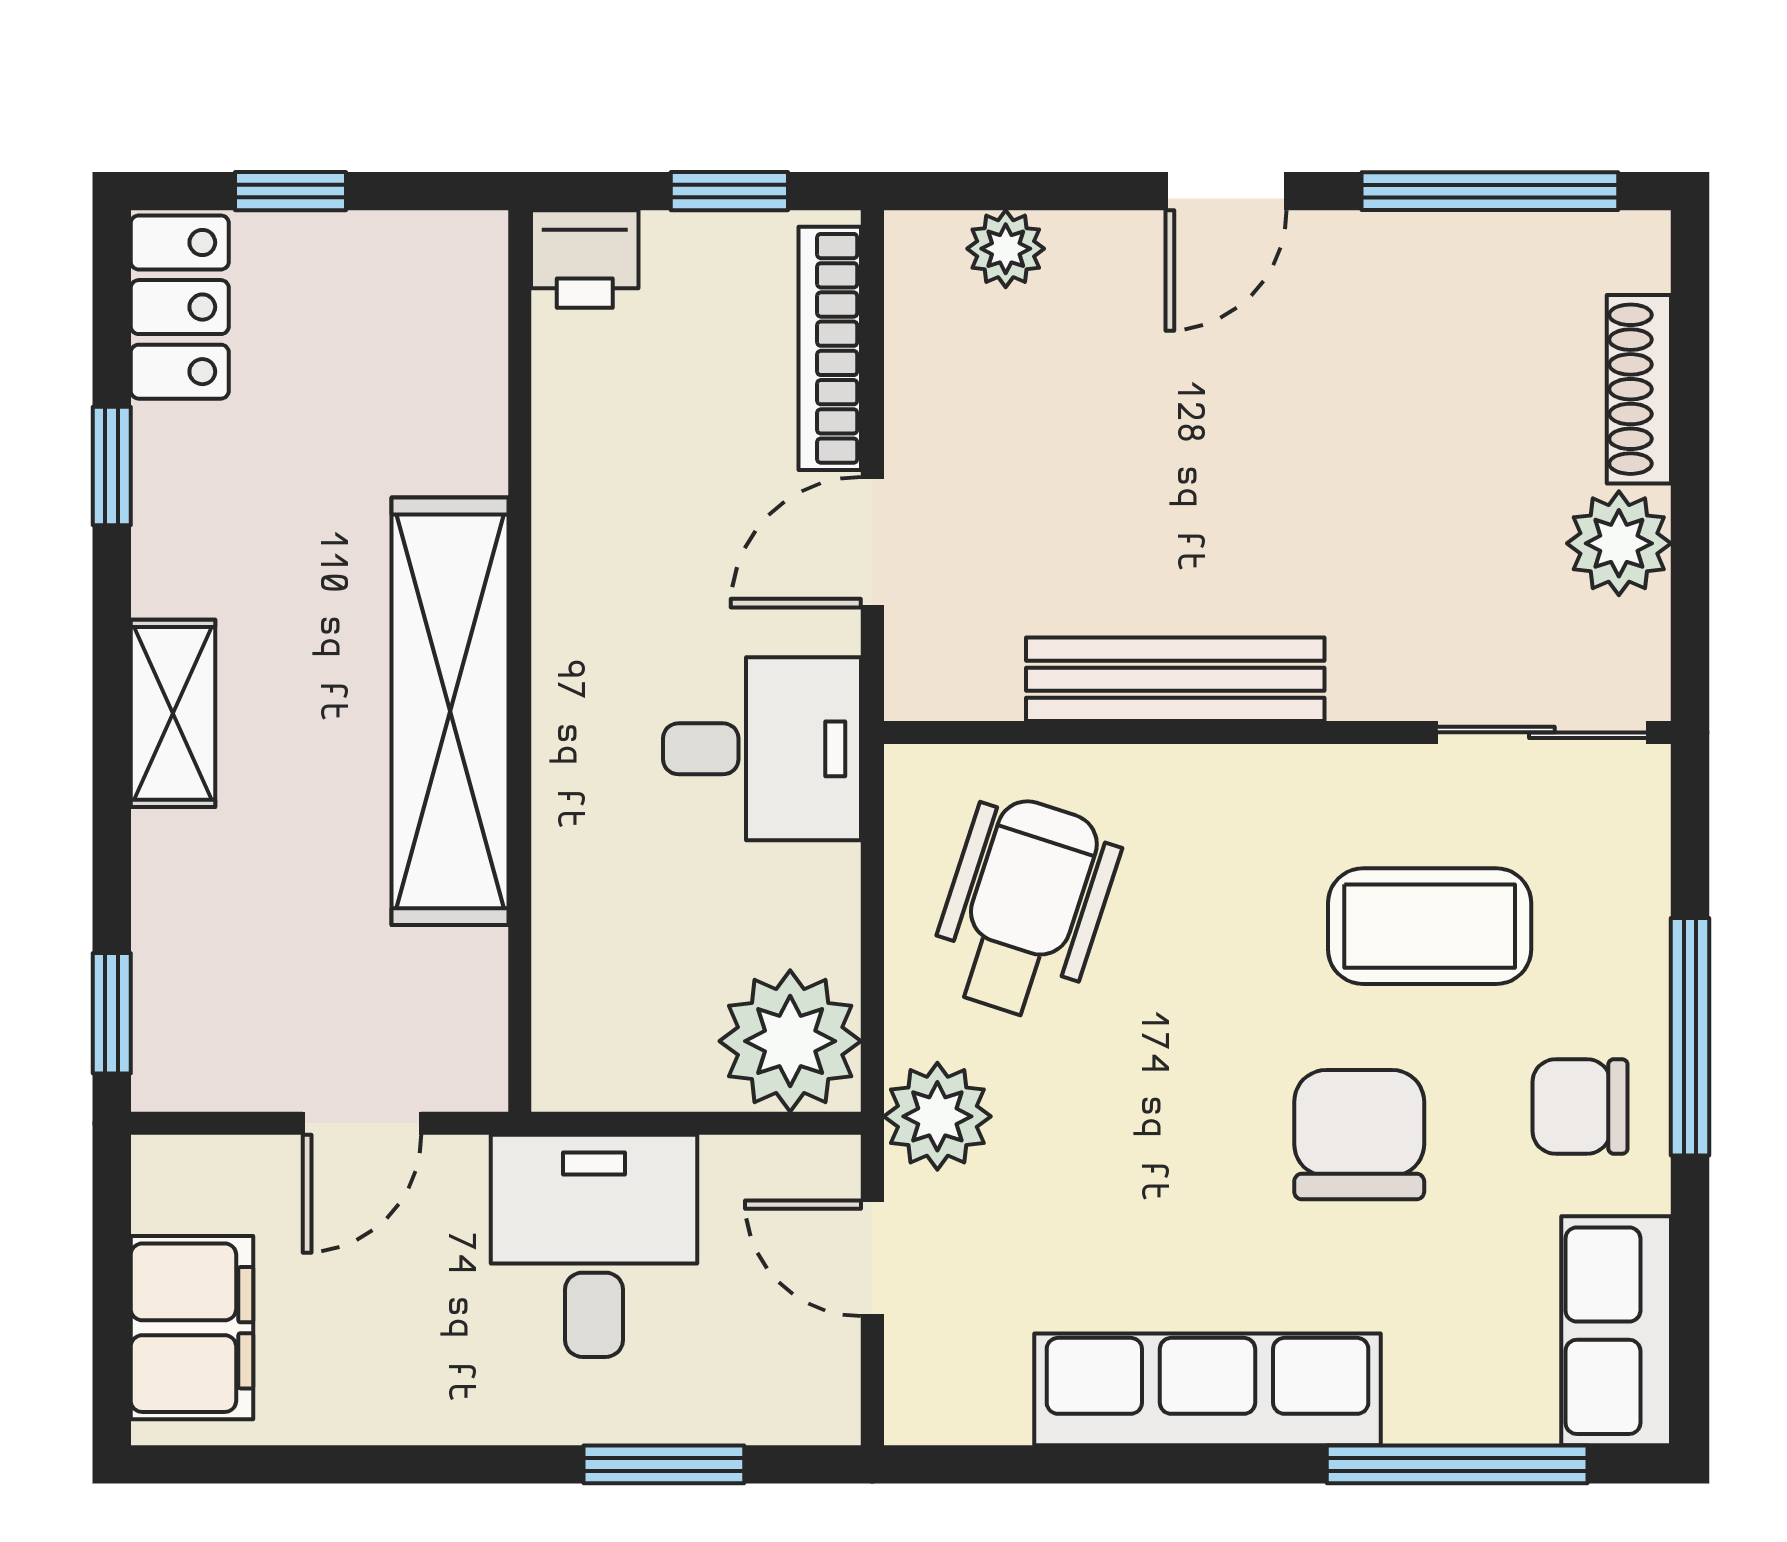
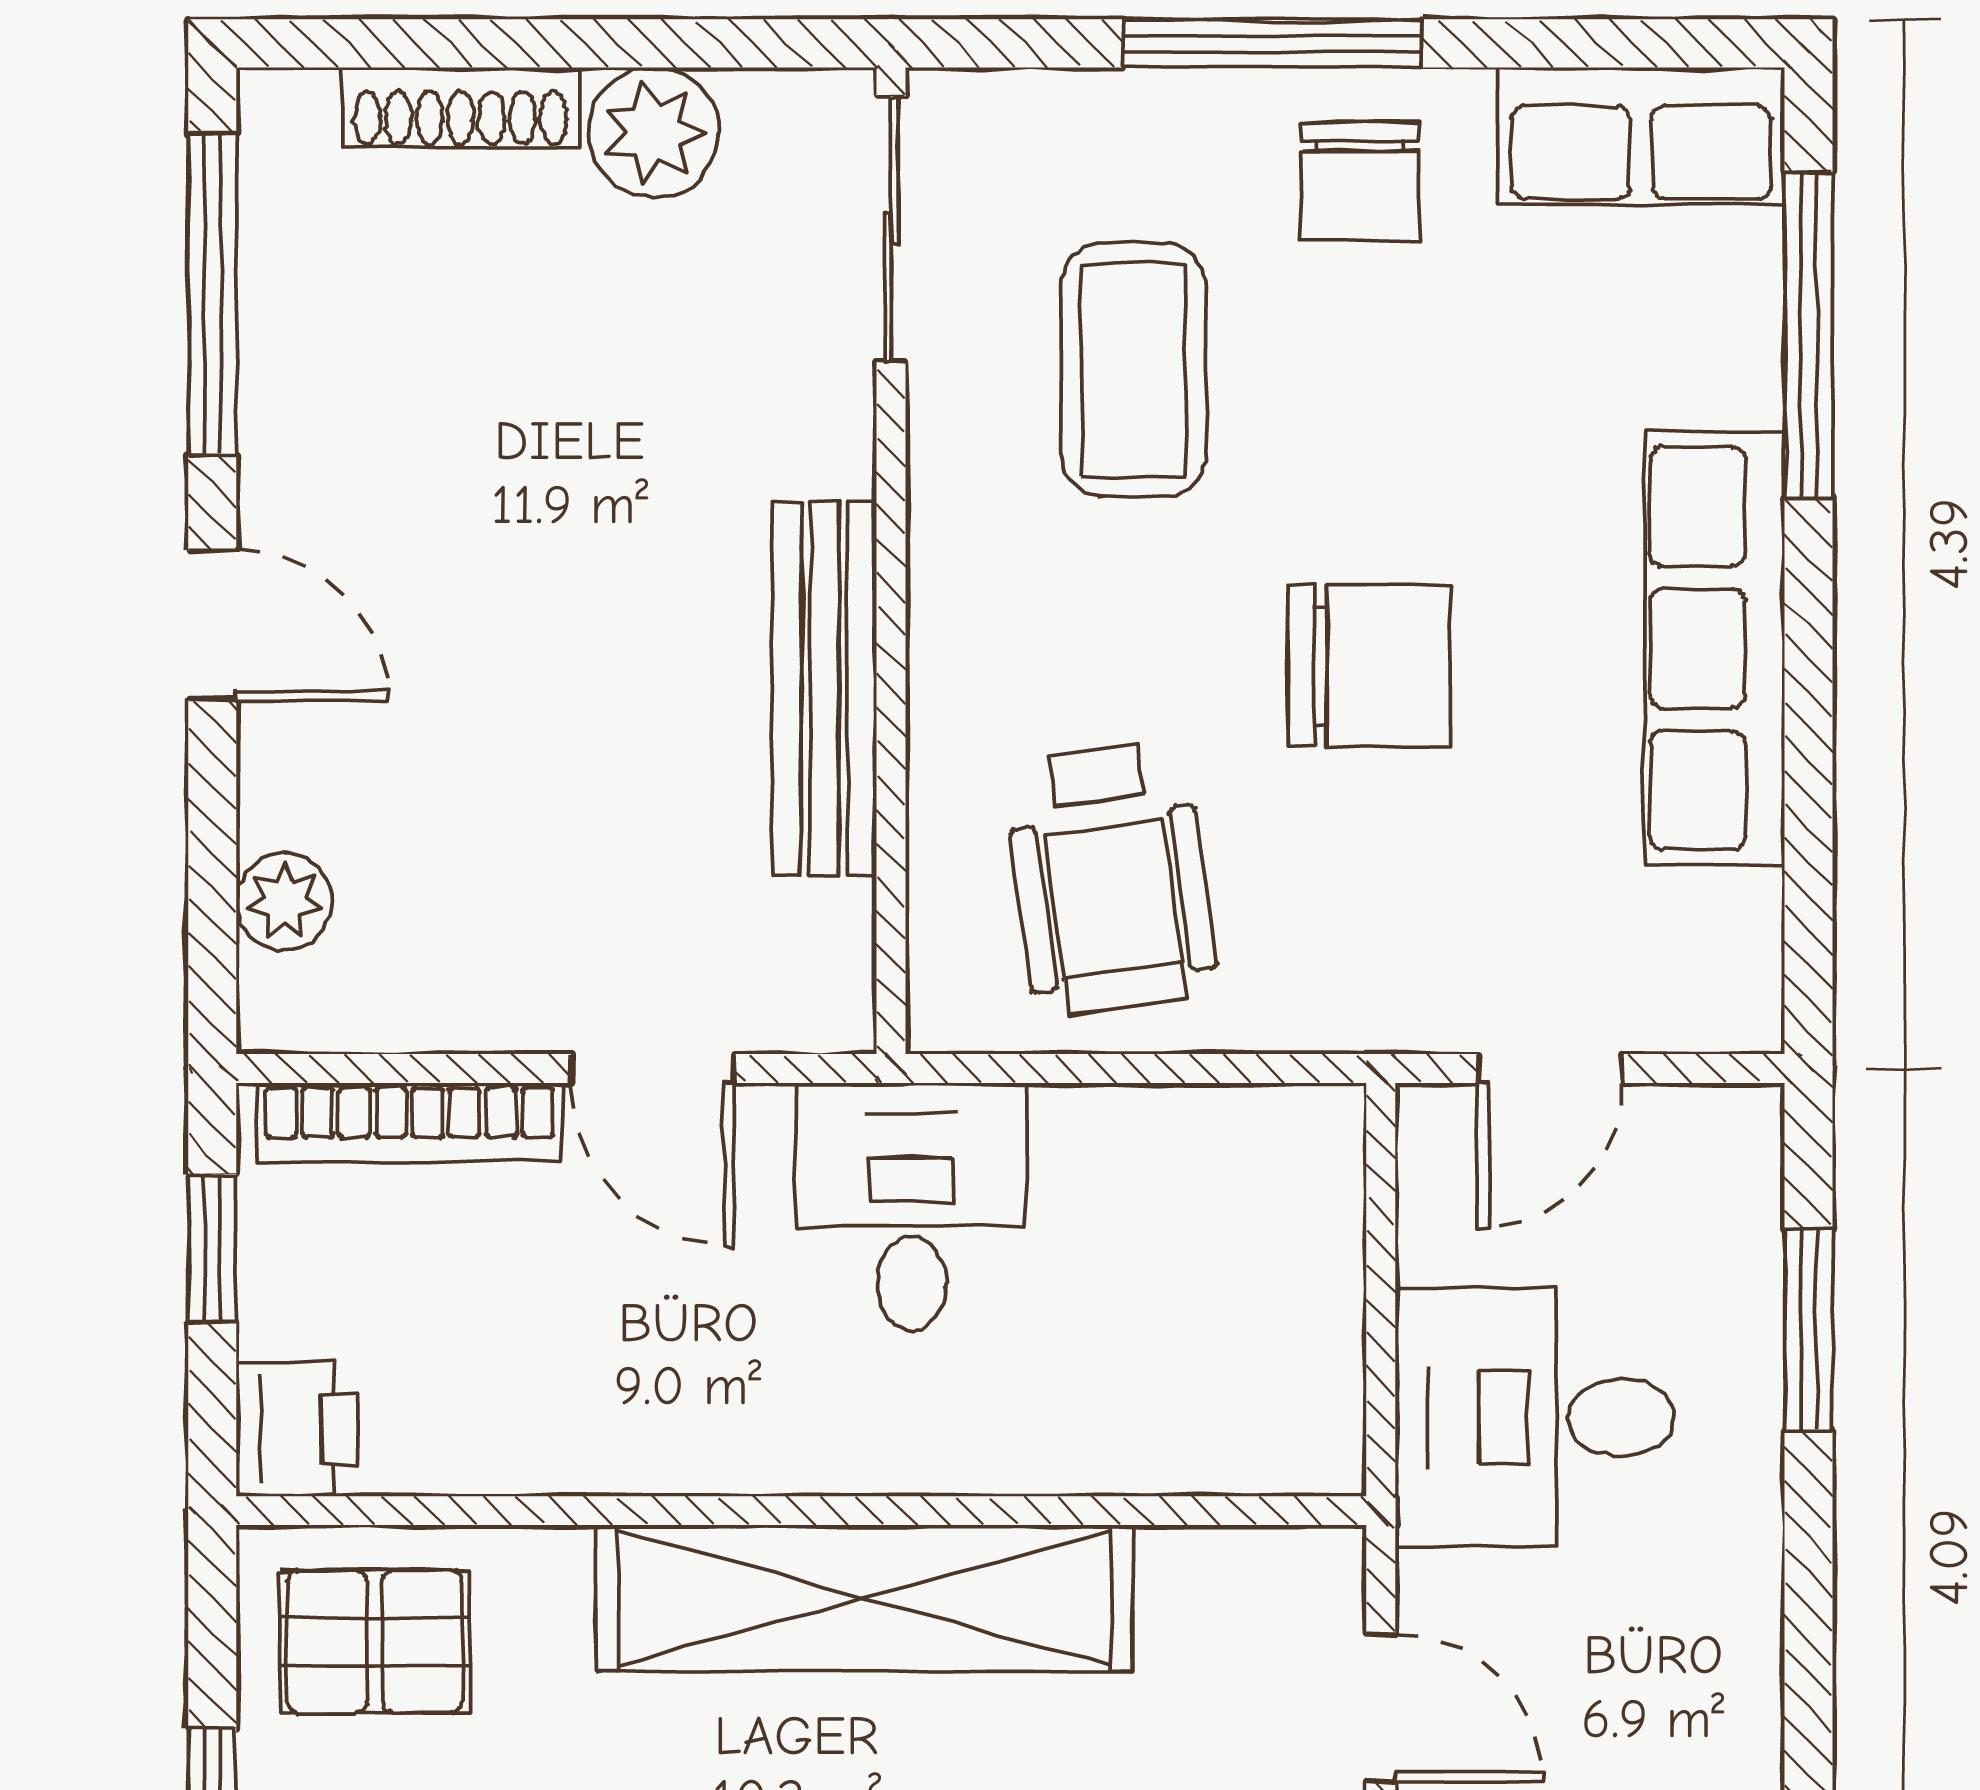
pallet: (415, 321) -> (375, 1641), added
wheelchair: (1024, 908) -> (1110, 878), turned -116
plant: (790, 1041) -> (1278, 1172), removed
plant: (937, 1116) -> (1372, 987), removed
chair: (1359, 1135) -> (1369, 666), moved, turned 180

